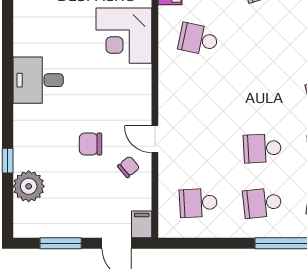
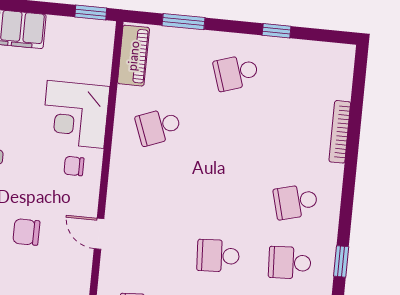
school desk: (198, 39) -> (158, 127), turned -33
chair: (129, 167) -> (74, 166), moved, turned -140

